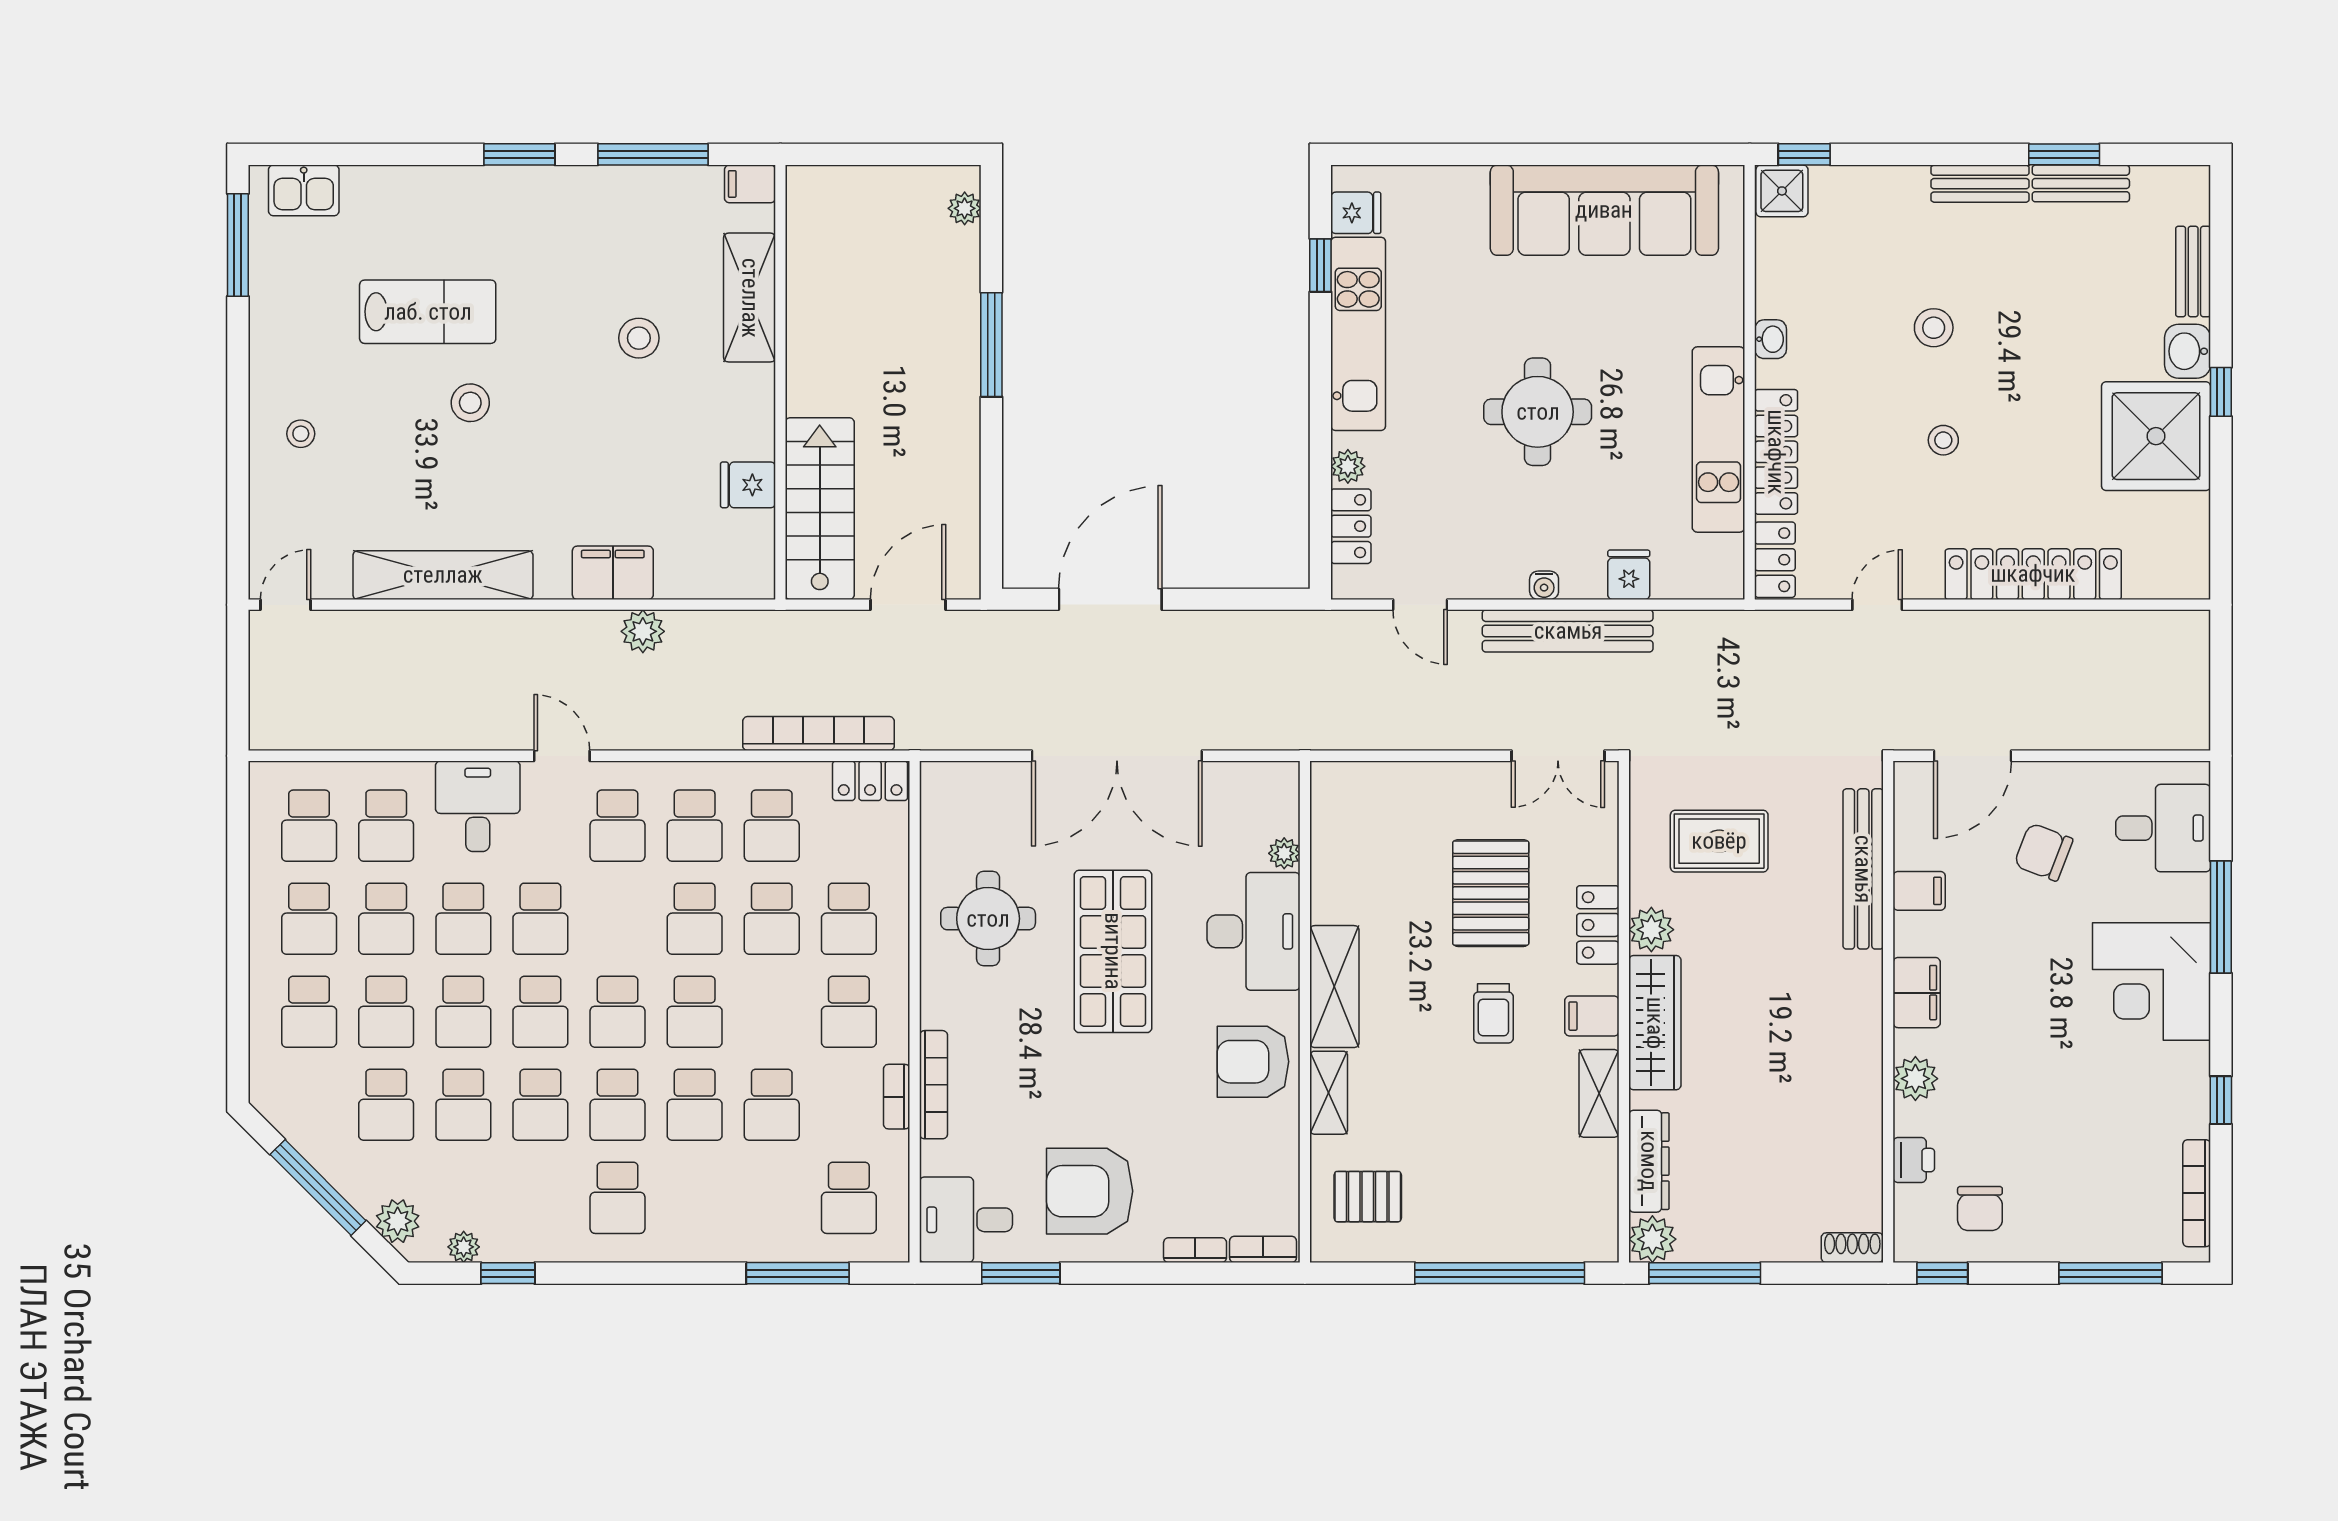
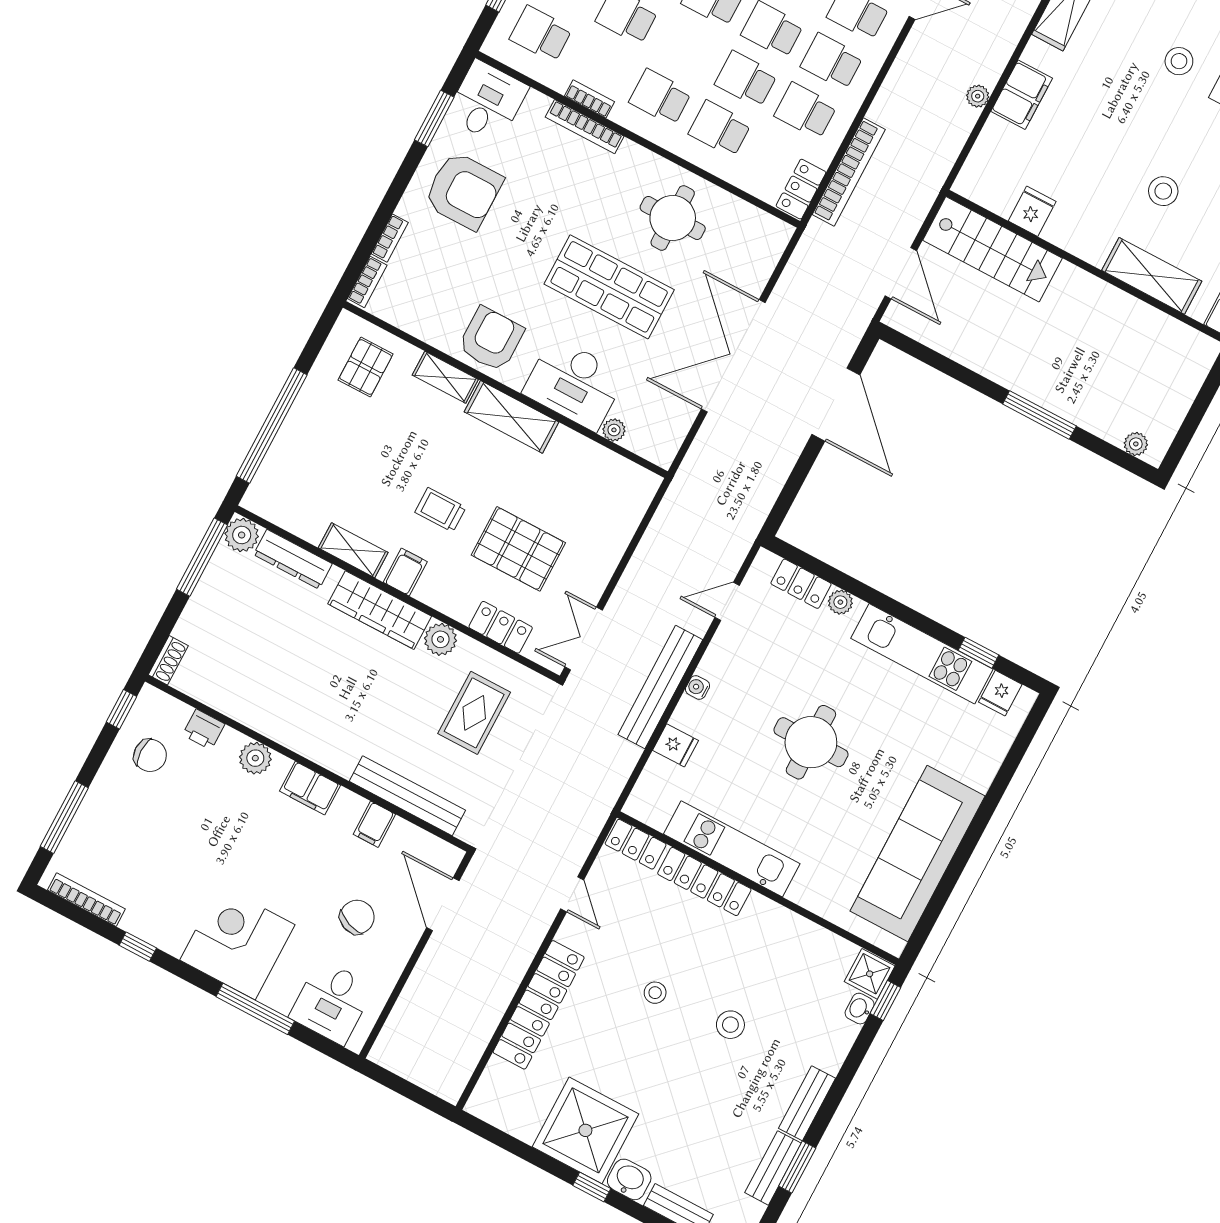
washbasin: (1771, 339) -> (860, 1009), moved, turned 90
plant: (643, 631) -> (978, 96), width x0.73, depth x0.73
locker: (1598, 925) -> (501, 627), moved
armchair: (1090, 1191) -> (463, 191), turned 90
chair: (1980, 1209) -> (150, 755), turned 180

